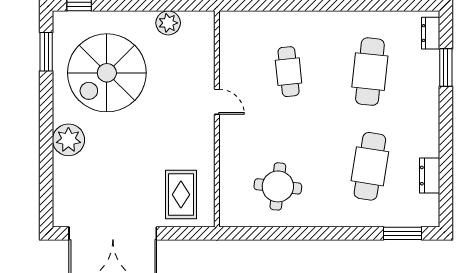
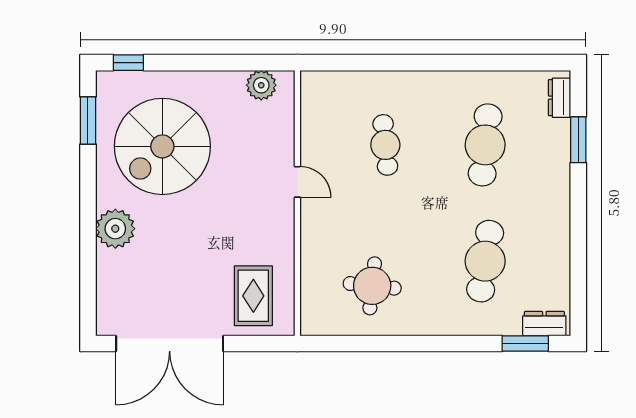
plant: (168, 23) -> (261, 85), moved
dresser: (430, 176) -> (544, 324), moved, turned 90

